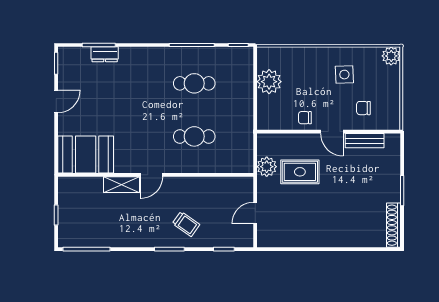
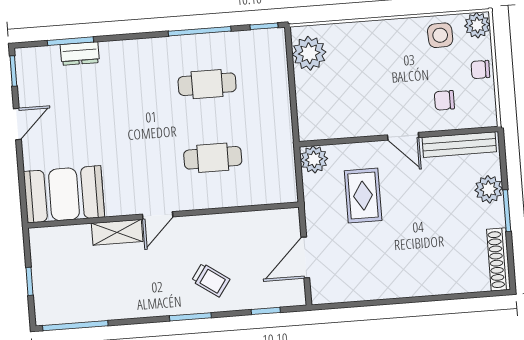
side table: (344, 75) -> (440, 35), moved
plant: (269, 82) -> (309, 53), moved
chair: (305, 118) -> (480, 70), moved
bench: (365, 141) -> (459, 145), width x1.36
plant: (267, 167) -> (314, 159), moved
rug: (300, 172) -> (363, 196), turned 90
plant: (390, 174) -> (489, 189), added
door: (255, 213) -> (305, 258), width x1.38

